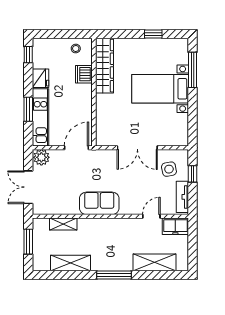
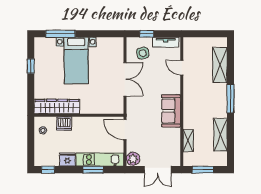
freezer: (175, 226) -> (190, 48), removed

